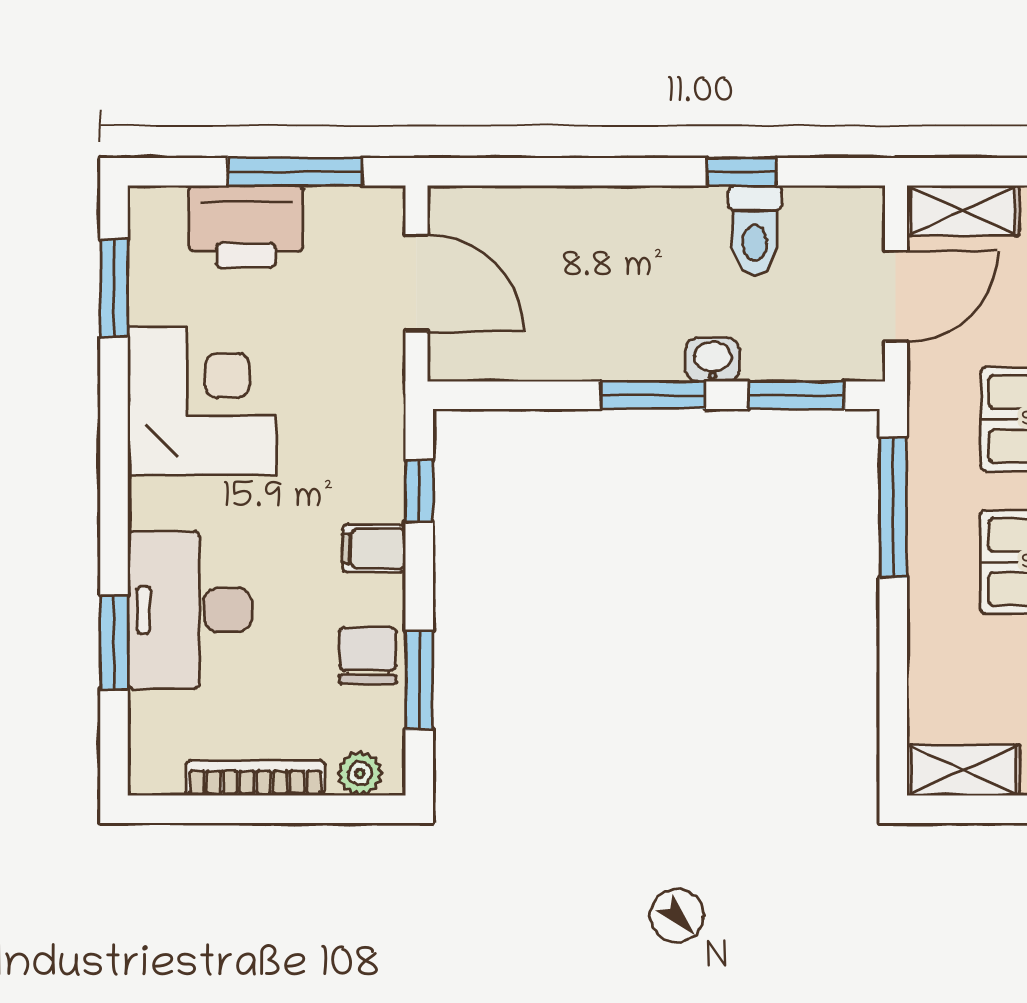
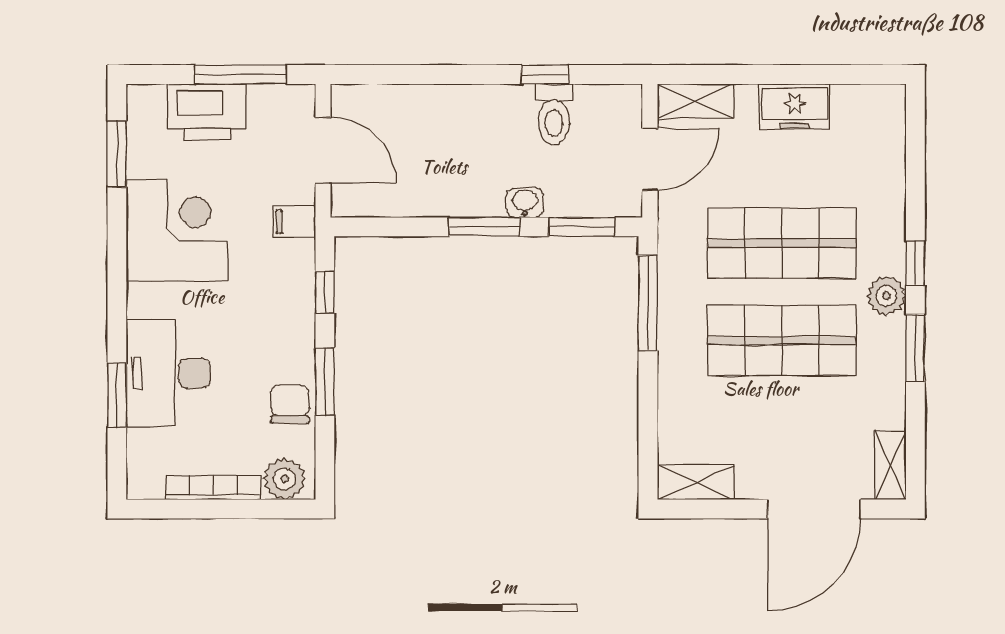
filing cabinet: (374, 549) -> (294, 222), moved
window: (419, 680) -> (325, 382), moved
plant: (360, 773) -> (285, 479), width x1.38, depth x1.38

